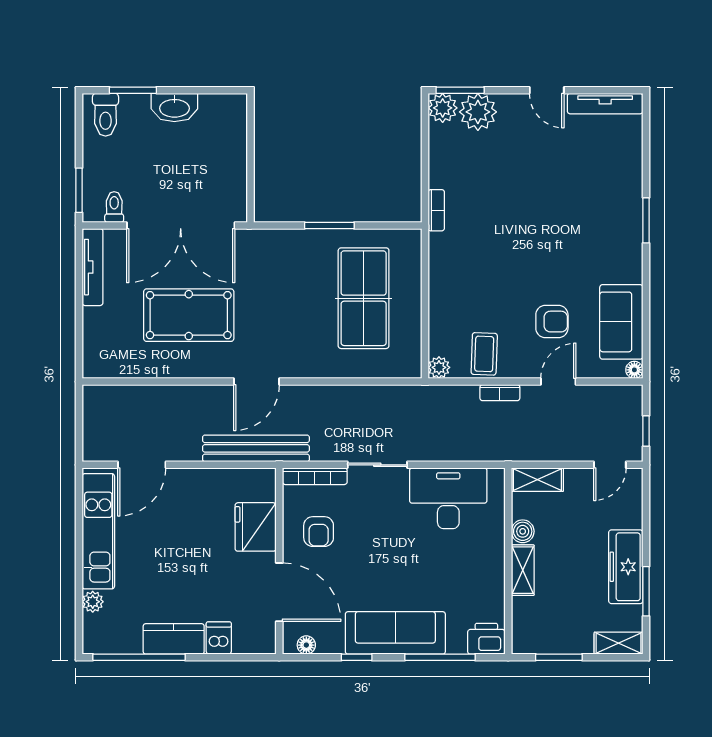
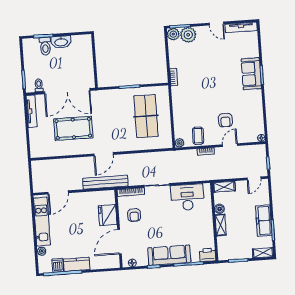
toilet: (106, 115) -> (45, 46), moved
armchair: (552, 322) -> (225, 120), turned 90
sofa: (621, 322) -> (251, 74), moved
door: (279, 592) -> (119, 242), swing flipped
dishwasher: (219, 638) -> (58, 265), moved

